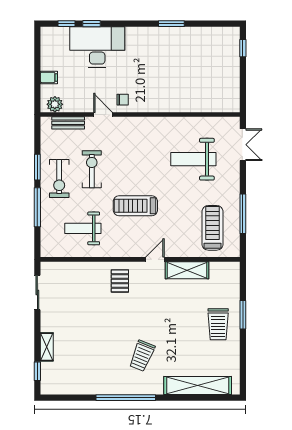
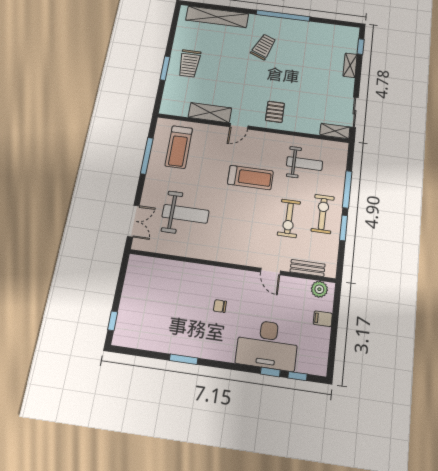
chair: (123, 100) -> (220, 306), moved
double door: (243, 145) -> (133, 221), swing flipped
shelving: (56, 268) -> (335, 131), added
trolley: (218, 324) -> (189, 63), turned 180

